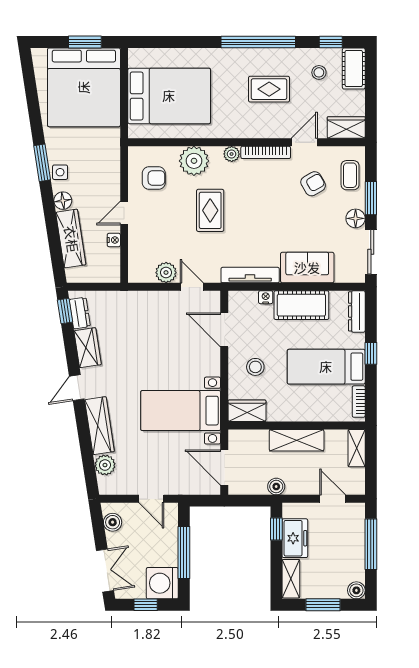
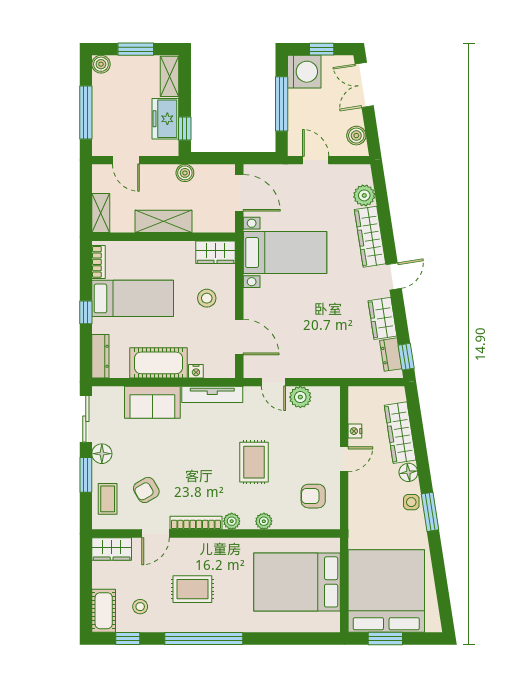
plant: (194, 161) -> (264, 521), width x0.53, depth x0.53

